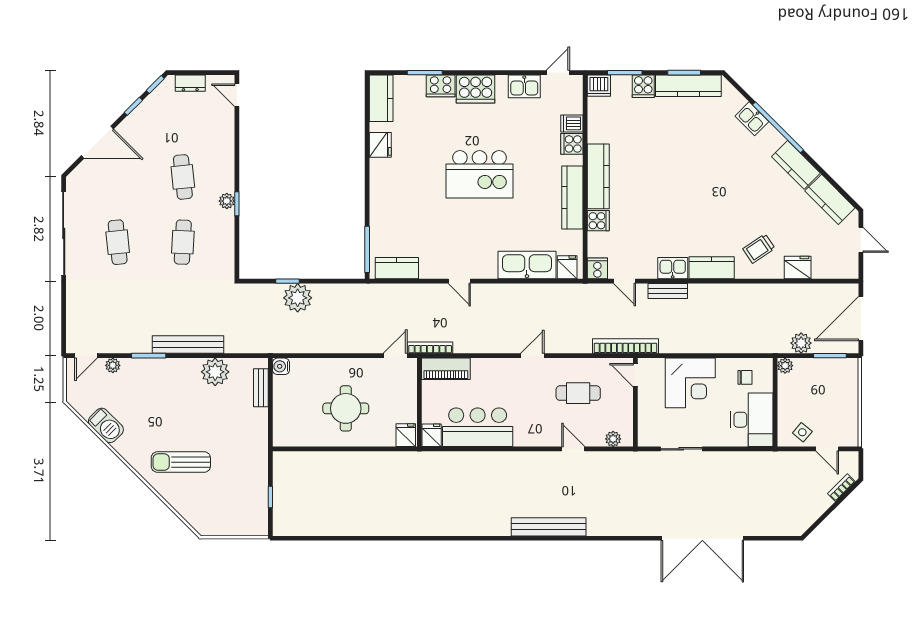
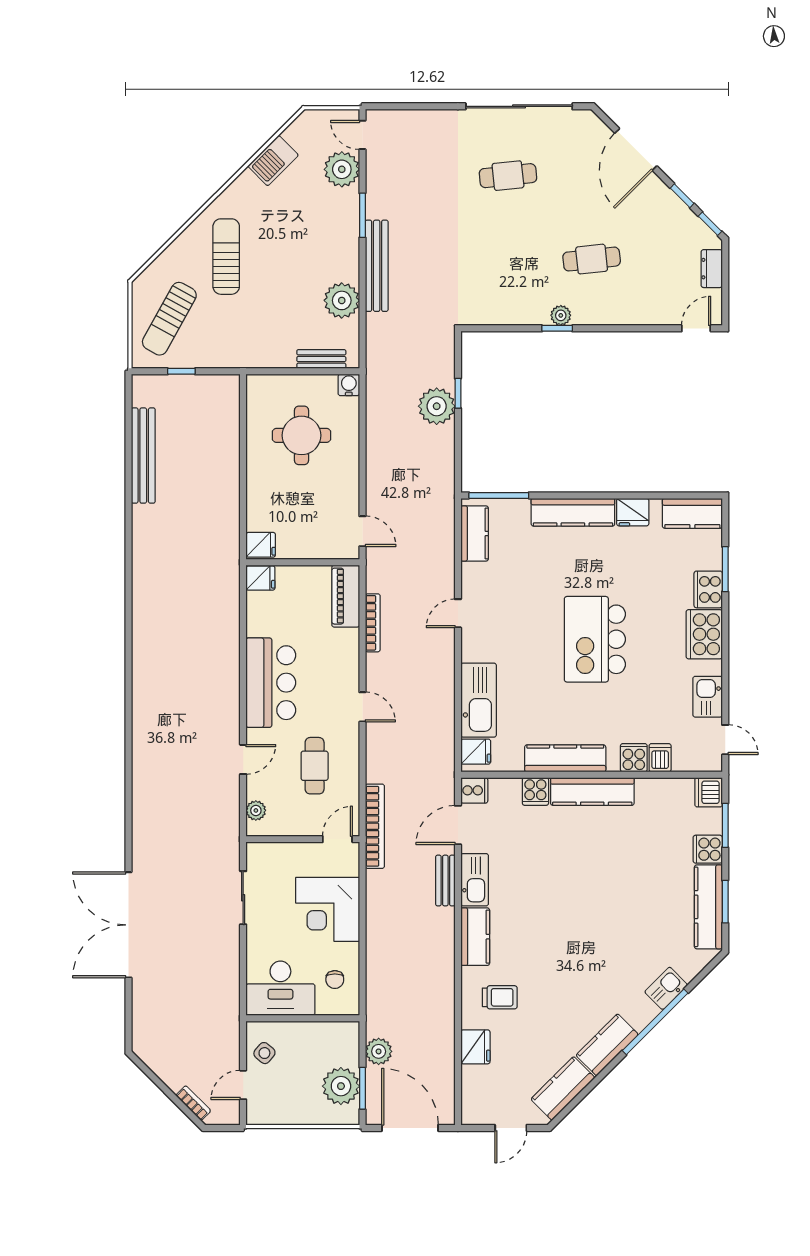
kitchen counter: (380, 191) -> (573, 512), added
cafe table: (183, 242) -> (508, 259), removed
trolley: (759, 249) -> (500, 997), turned 124
kitchen sink: (673, 268) -> (475, 880), width x1.38
door: (624, 281) -> (458, 825), width x1.38
bookcase: (430, 348) -> (373, 623), moved
plant: (113, 365) -> (342, 169), width x1.88, depth x1.88
plant: (785, 366) -> (341, 1086), moved, width x1.87, depth x1.87
round table: (346, 408) -> (301, 435), moved
bar counter: (478, 427) -> (271, 683), moved
sun lounger: (229, 506) -> (169, 319), added
bench: (549, 527) -> (143, 456), moved

